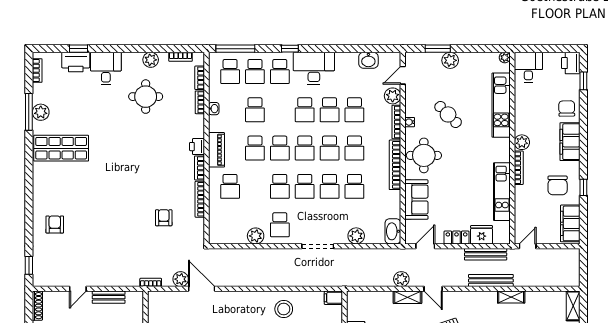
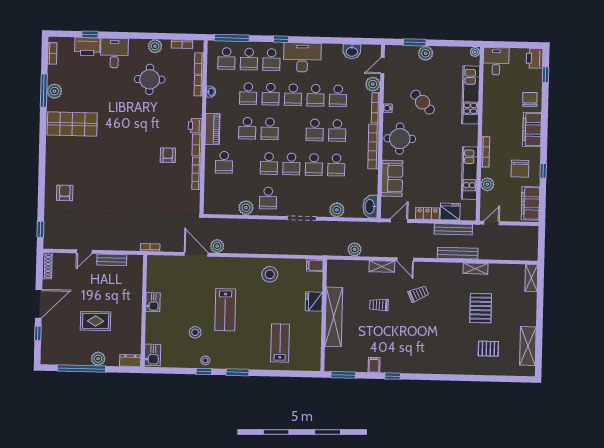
plant: (522, 142) -> (487, 184), moved
school desk: (305, 148) -> (271, 94), moved
armchair: (164, 218) -> (168, 155), moved
plant: (181, 279) -> (217, 246), moved
plant: (401, 279) -> (355, 249), moved

